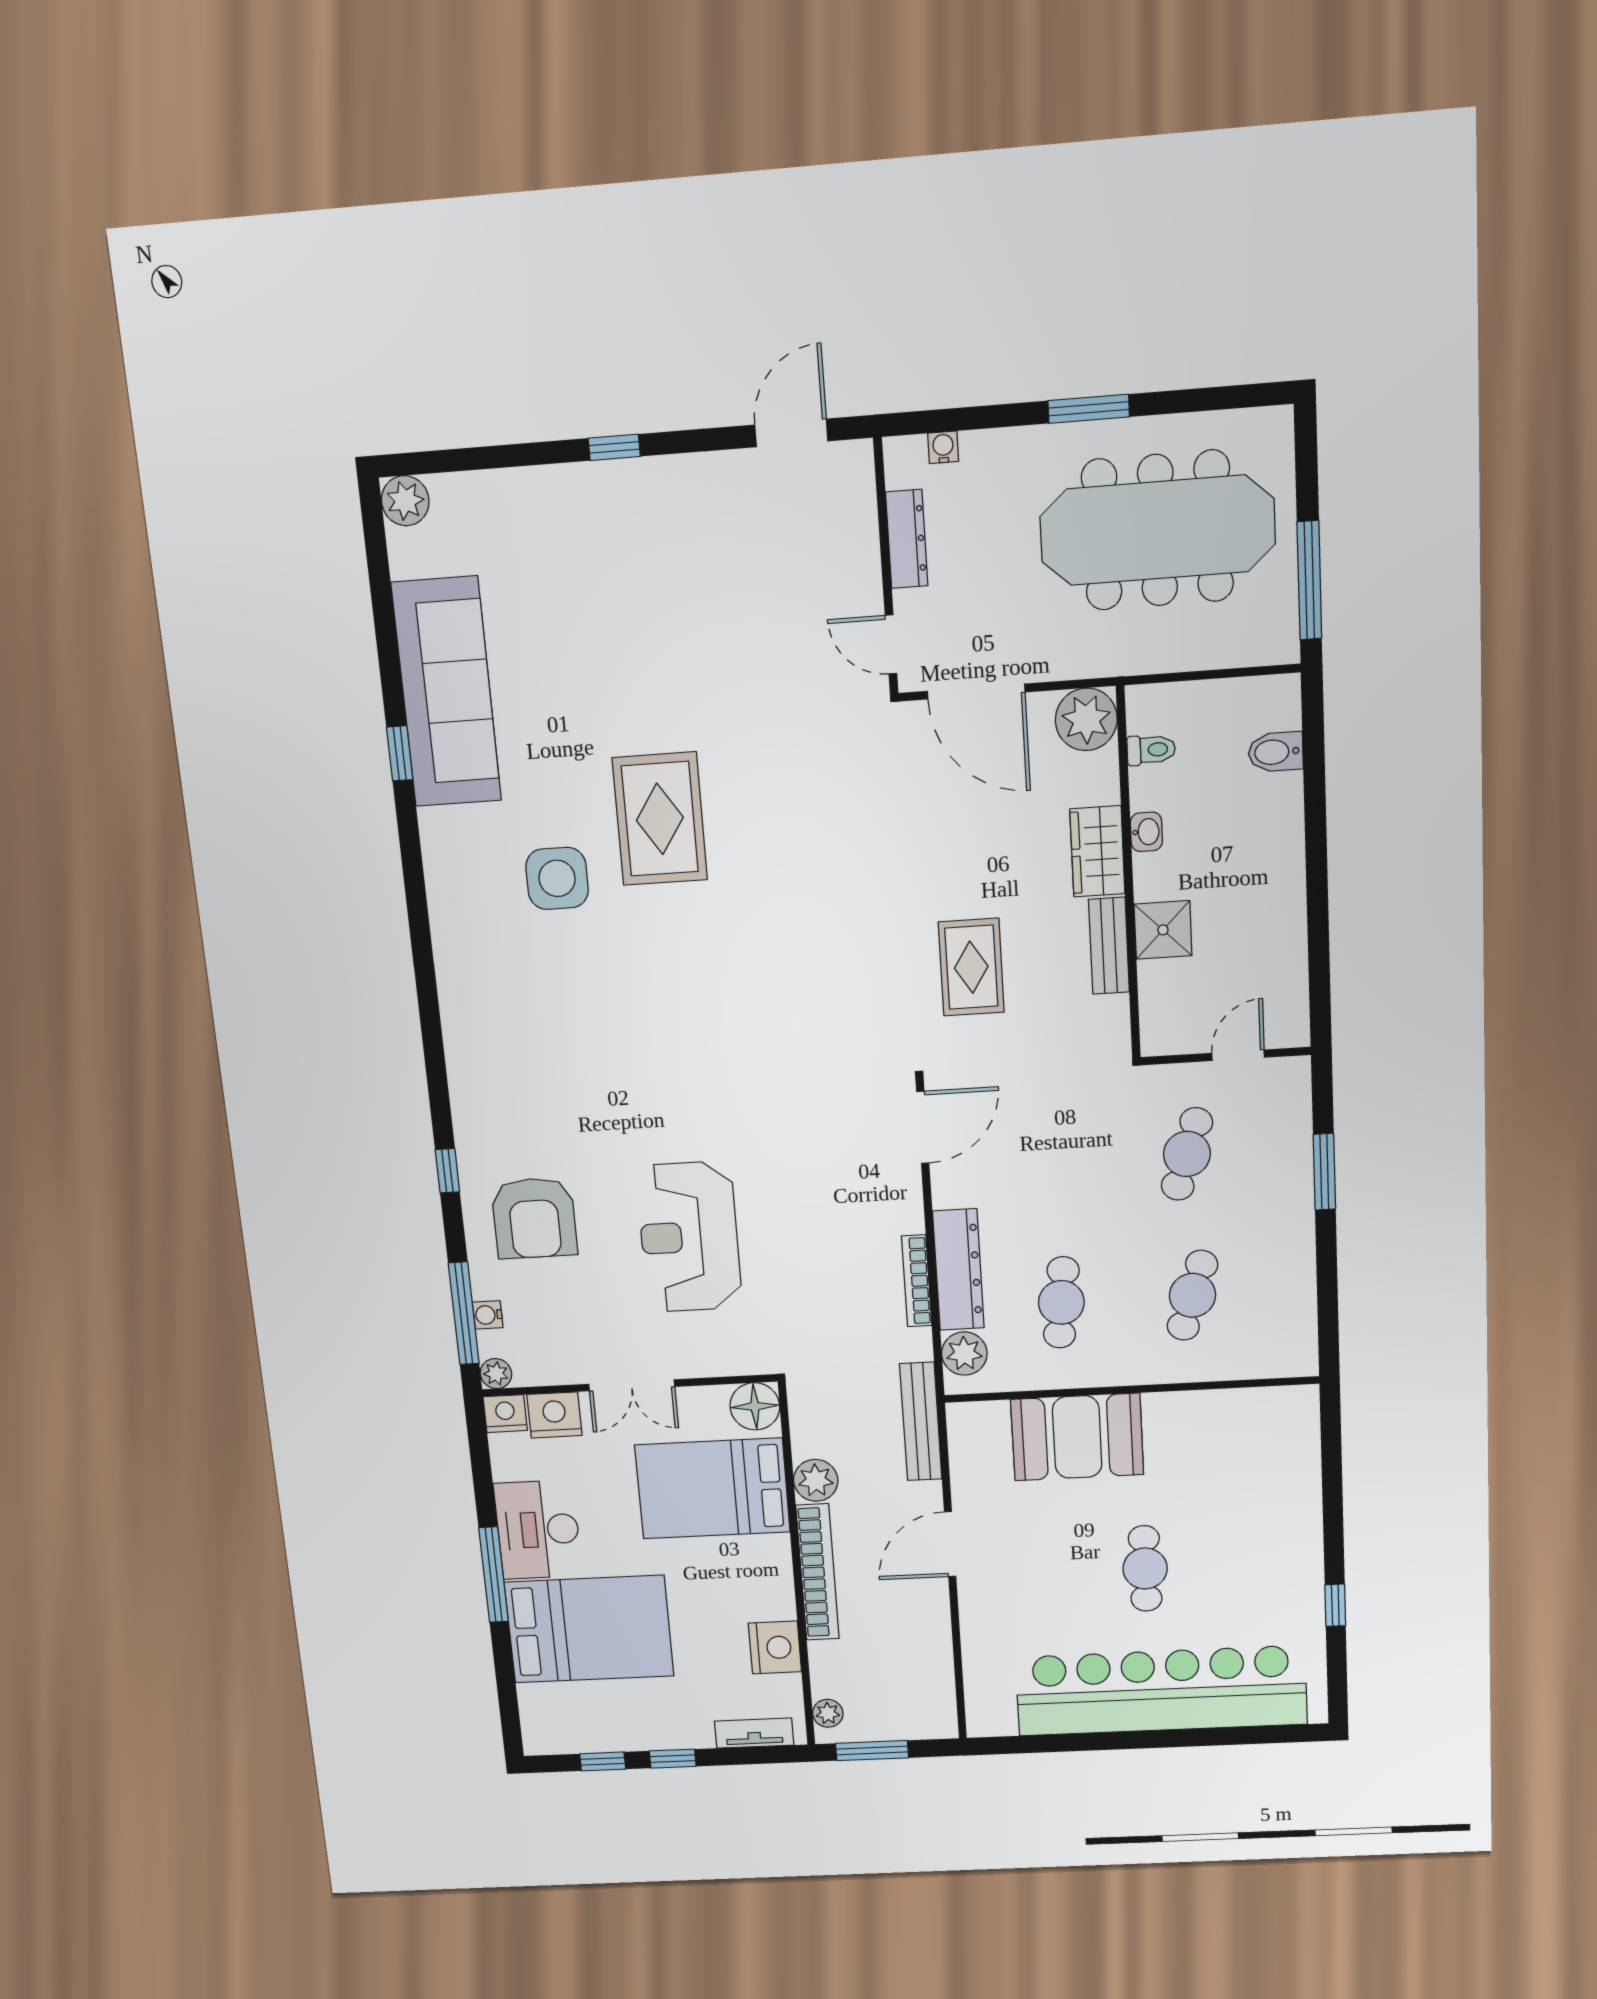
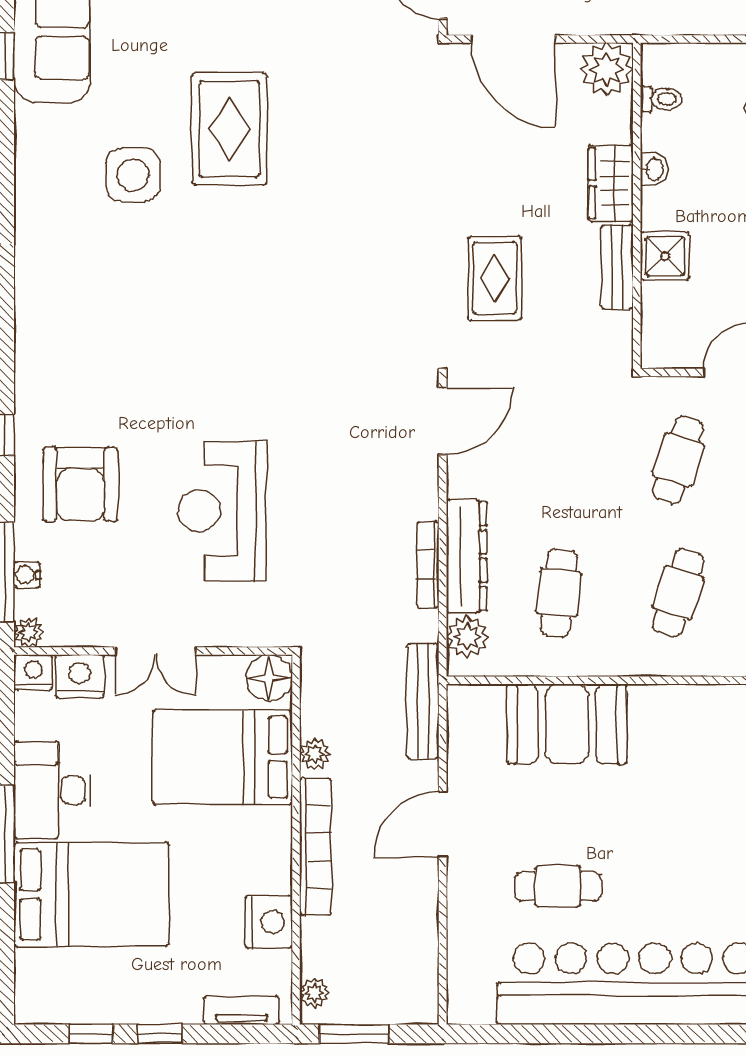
plant: (816, 1480) -> (315, 754), width x0.73, depth x0.73
cafe table: (1145, 1568) -> (558, 886), moved, turned 90

